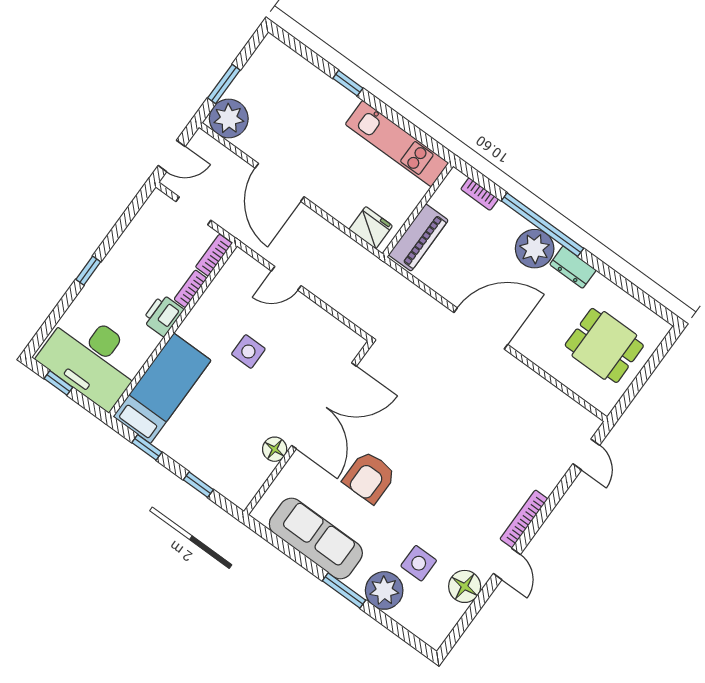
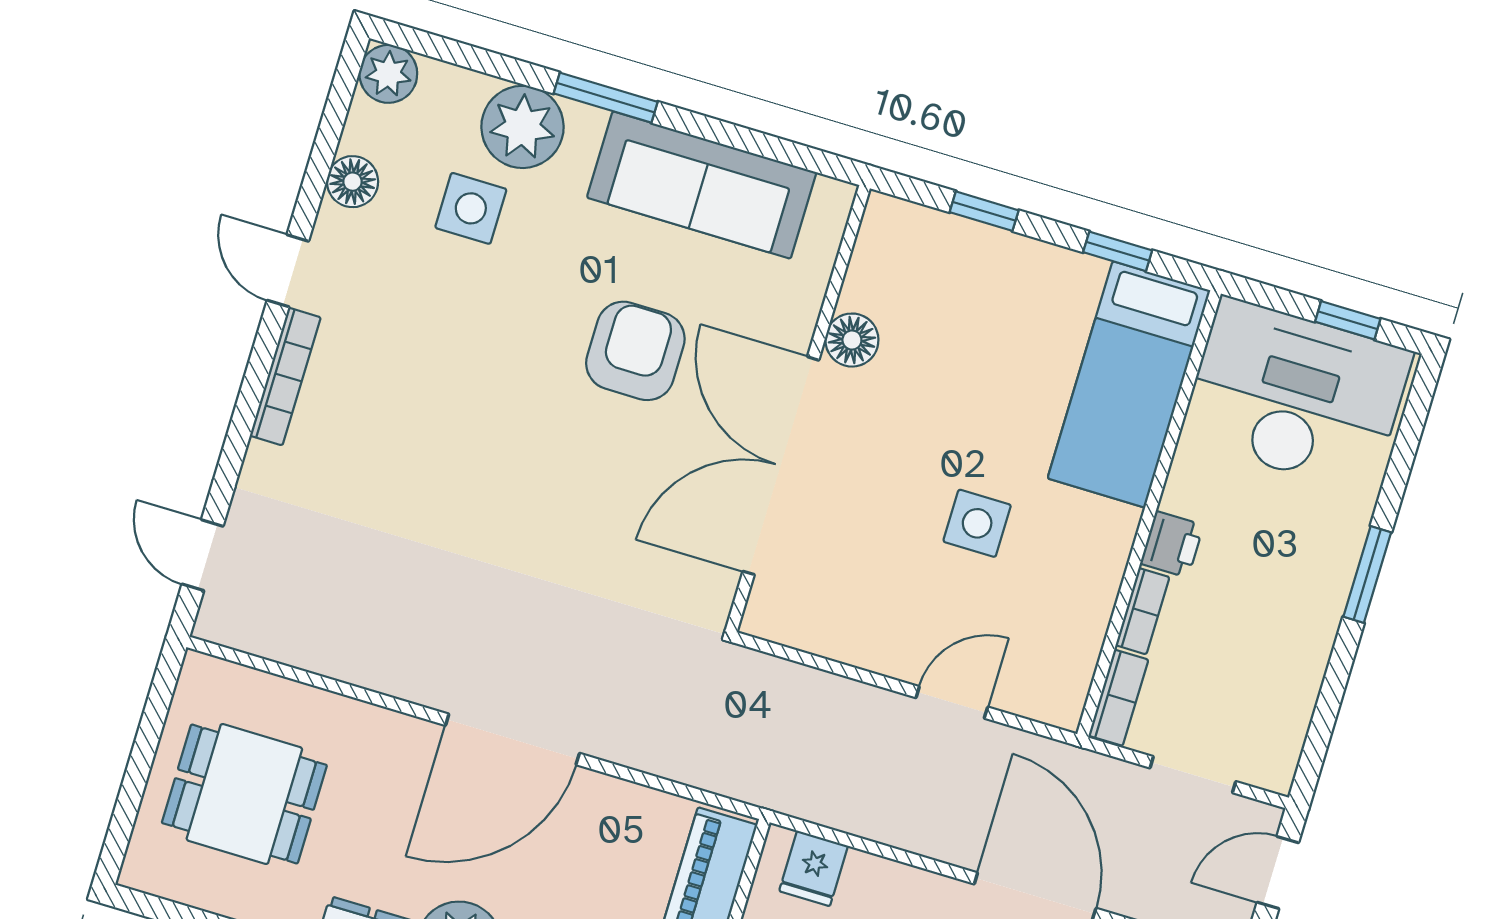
fridge: (371, 228) -> (814, 868), width x0.72
window: (88, 271) -> (1367, 574), width x1.50
printer: (163, 315) -> (1172, 544), width x0.73, depth x0.81
floor lamp: (465, 586) -> (353, 182), width x0.73, depth x0.73
plant: (434, 633) -> (388, 74), added

